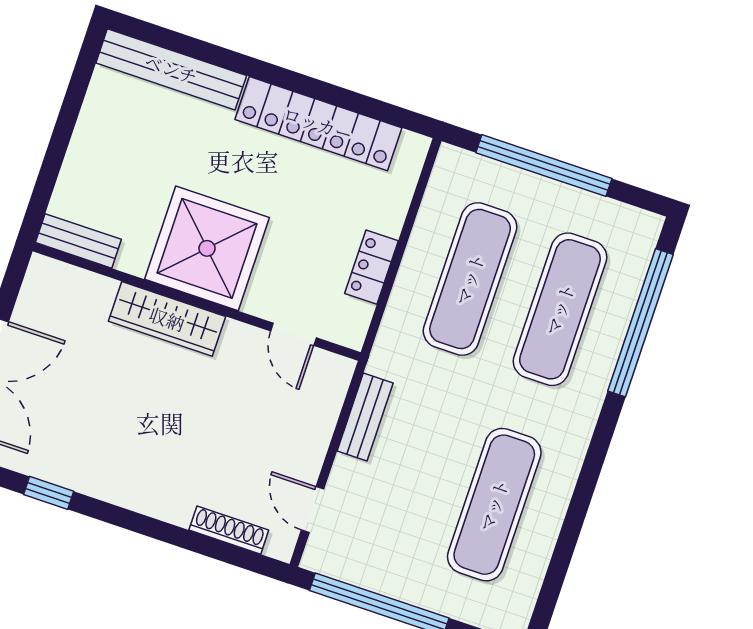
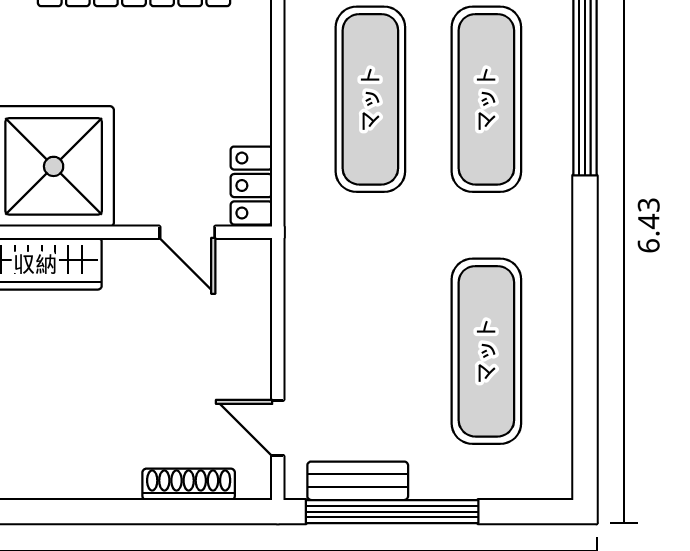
locker: (371, 267) -> (251, 186), moved
bench: (365, 417) -> (358, 481), moved, turned 90

